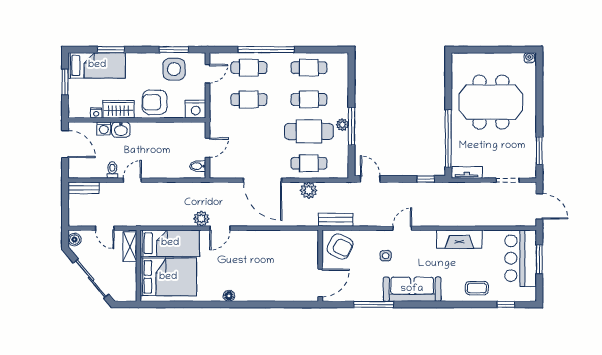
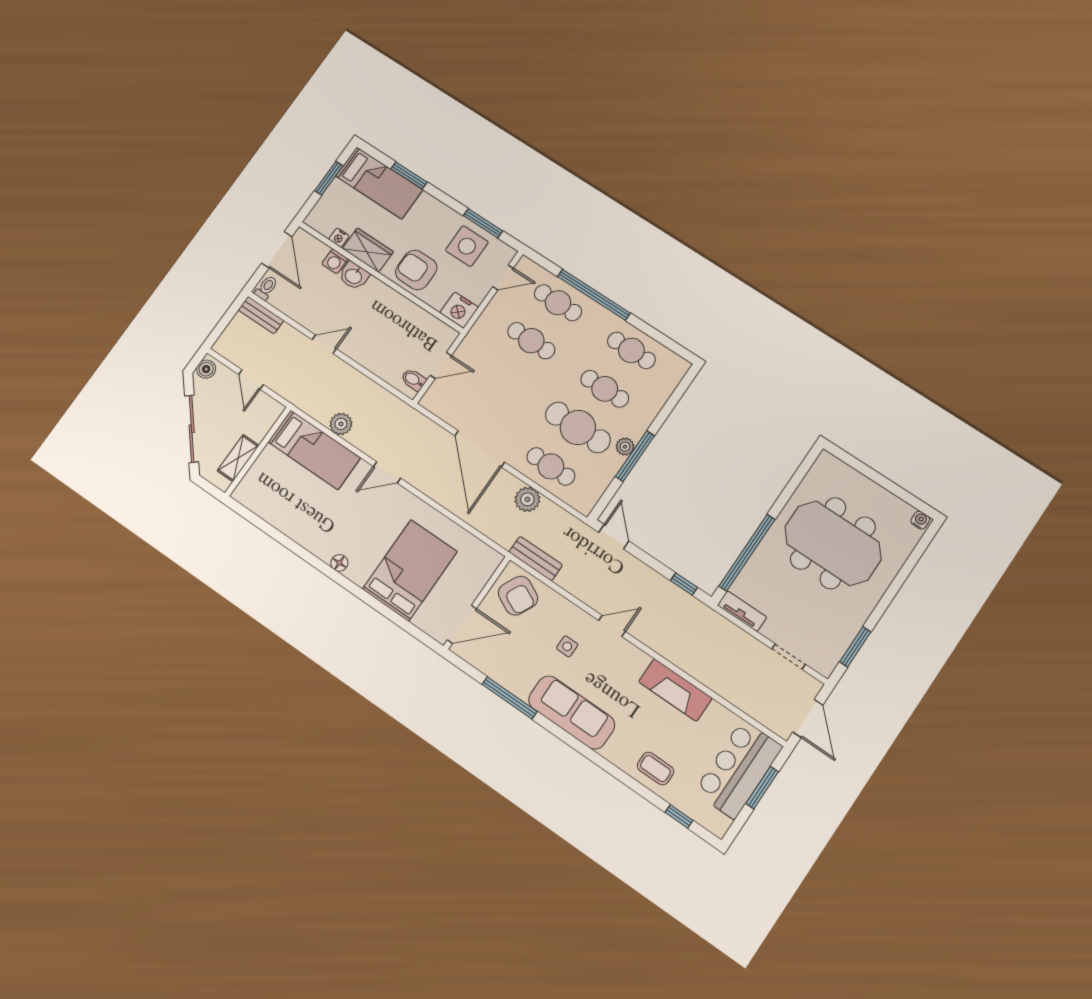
toilet: (112, 170) -> (266, 288), moved
plant: (201, 219) -> (341, 424), moved
shelving: (130, 247) -> (238, 458), moved
bed: (168, 277) -> (410, 570), moved, turned -90

